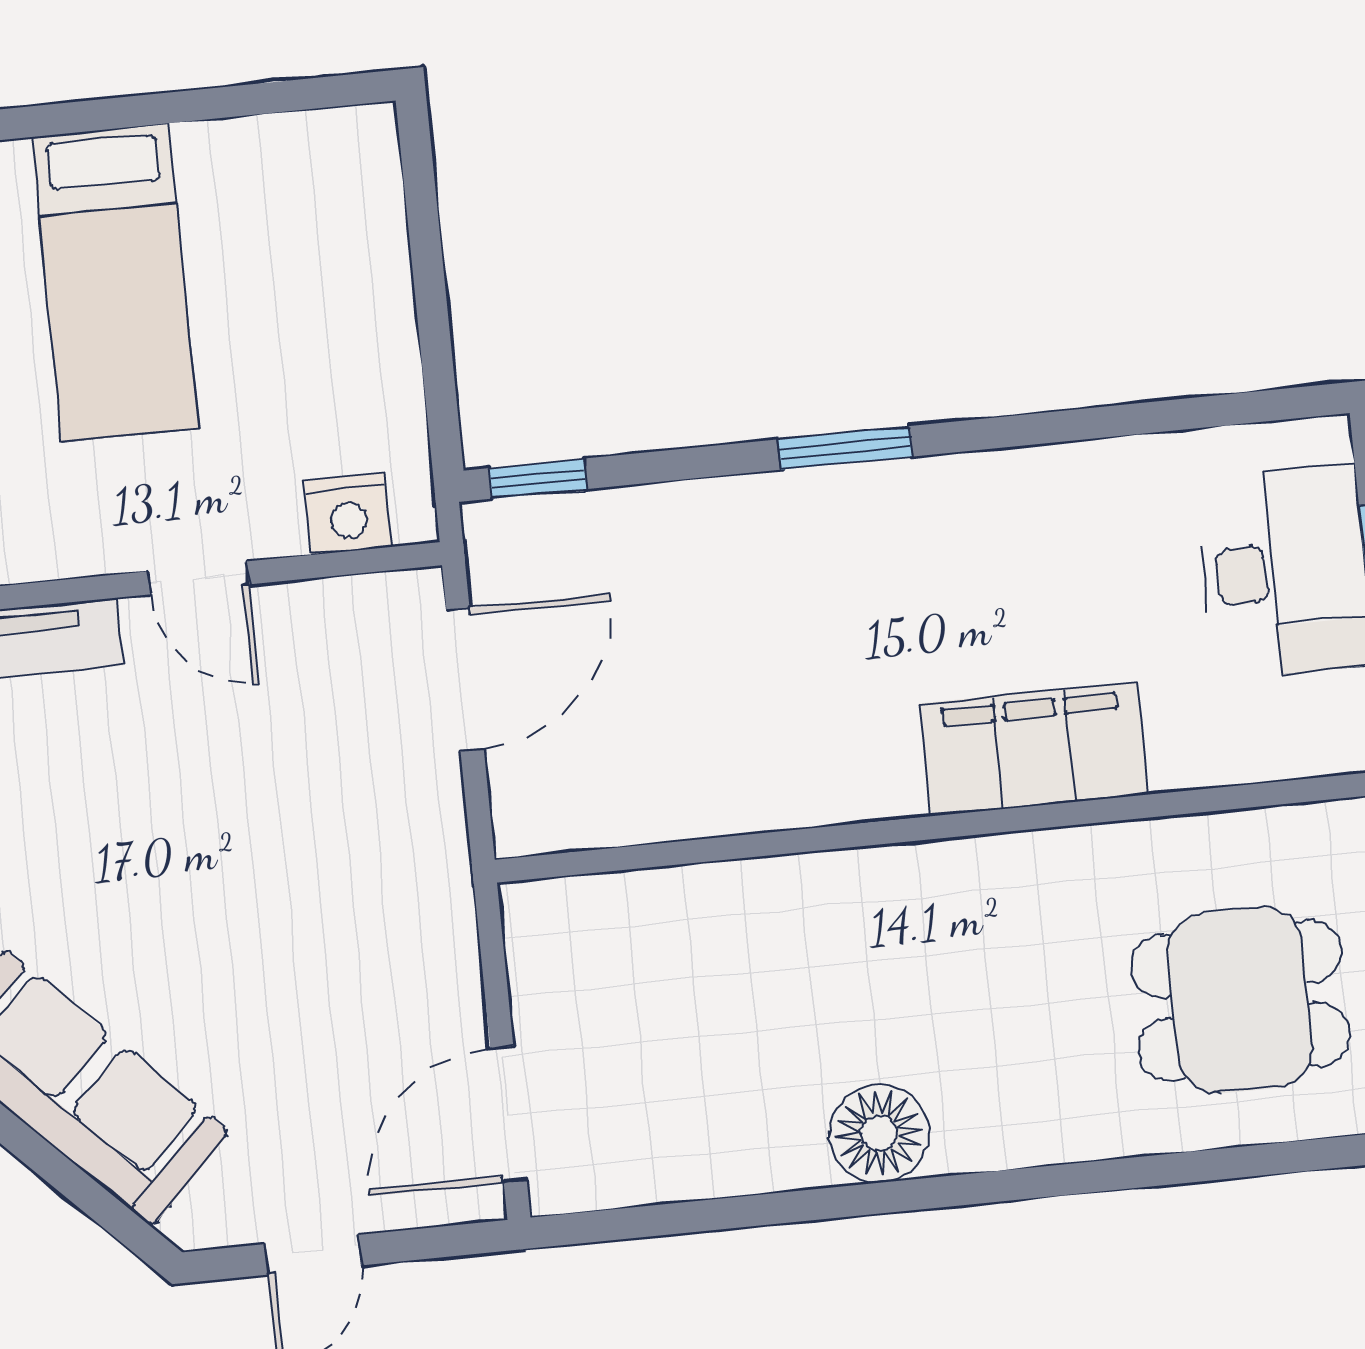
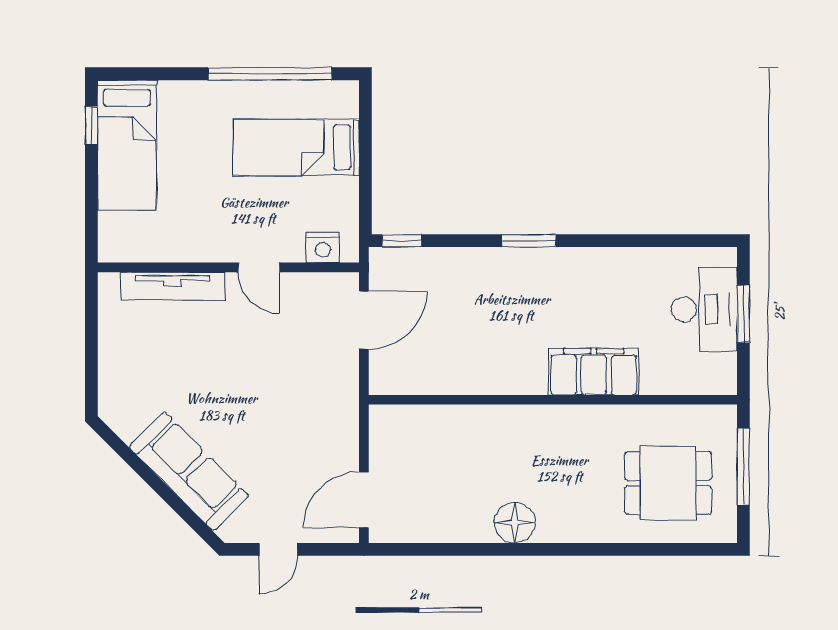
window: (179, 107) -> (270, 74), added
bed: (115, 283) -> (296, 147), moved, turned 90

